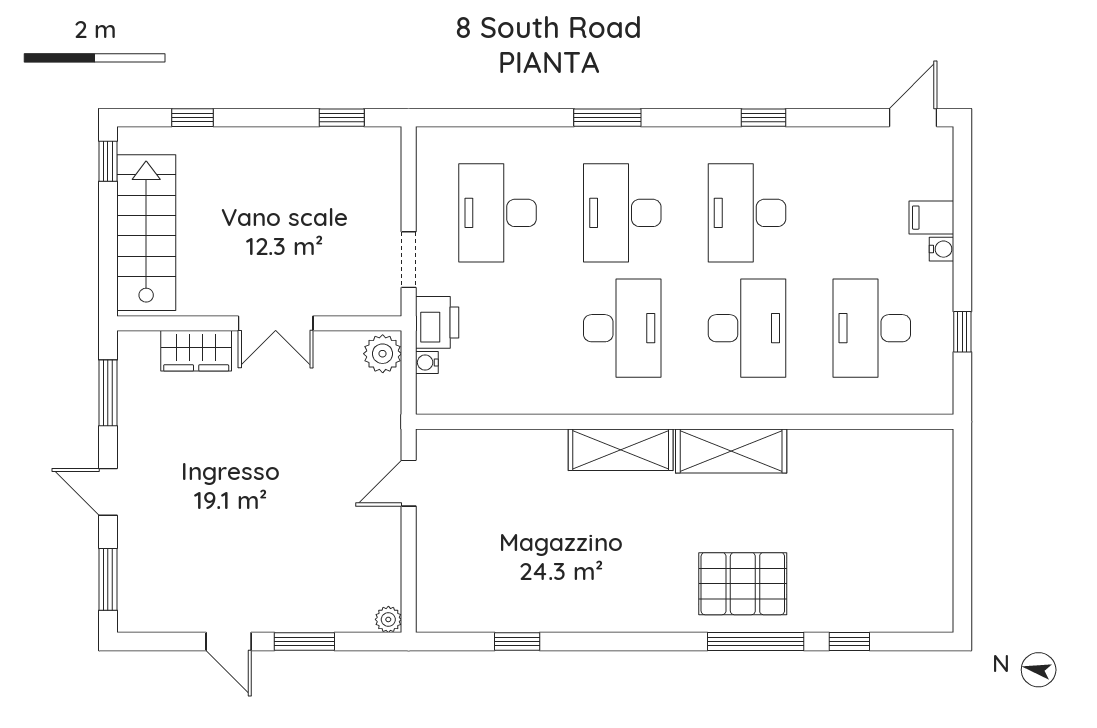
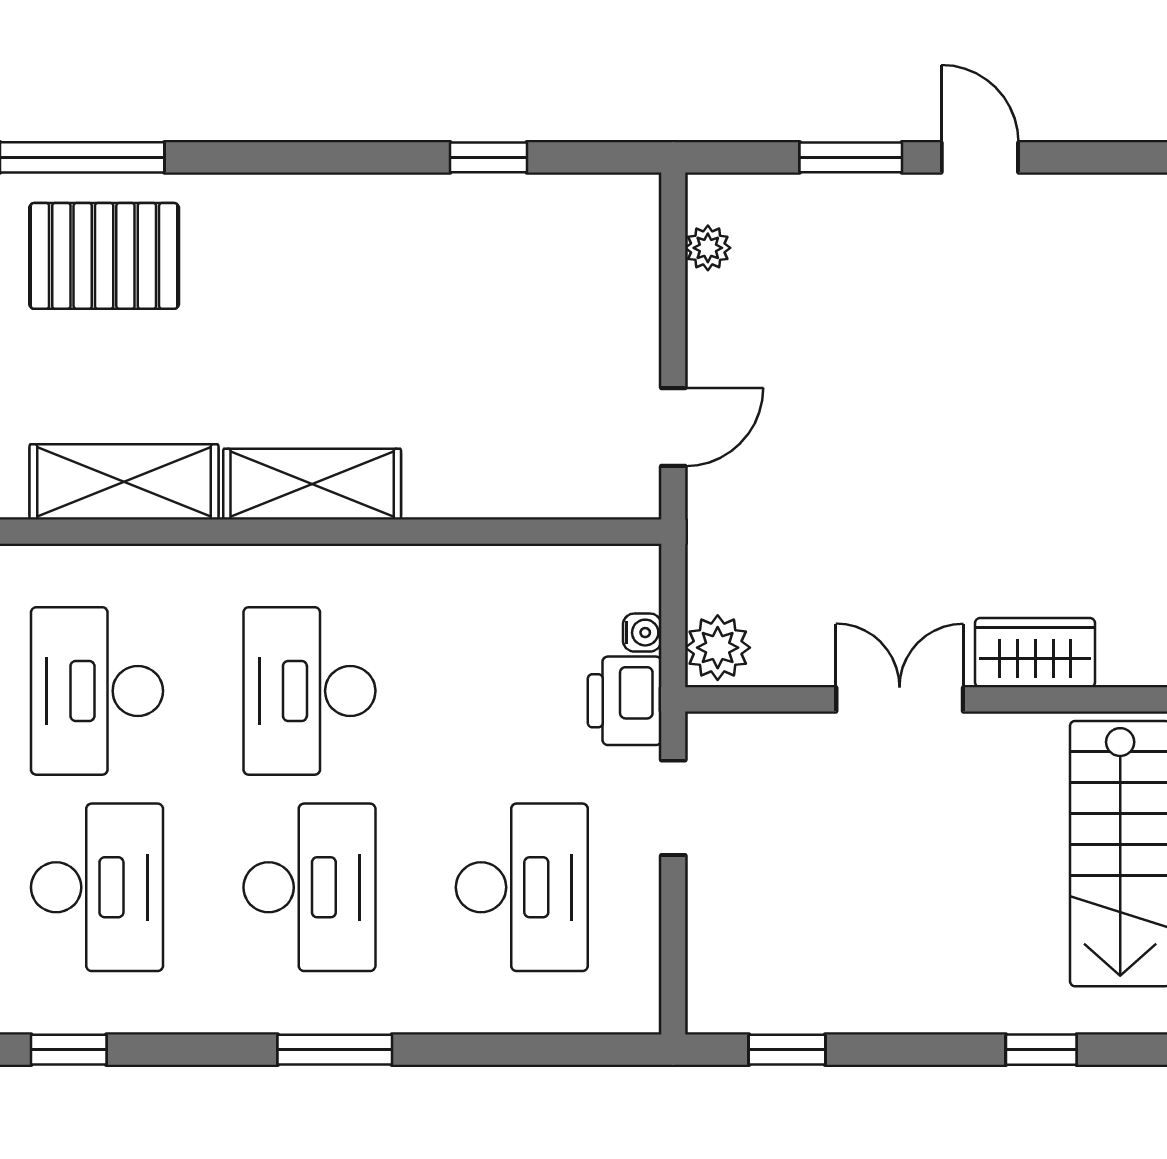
plant: (388, 619) -> (708, 248), moved

